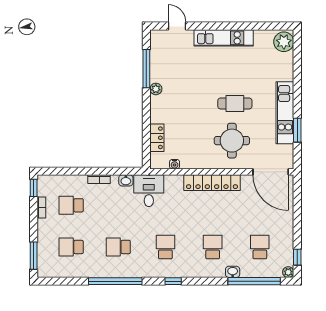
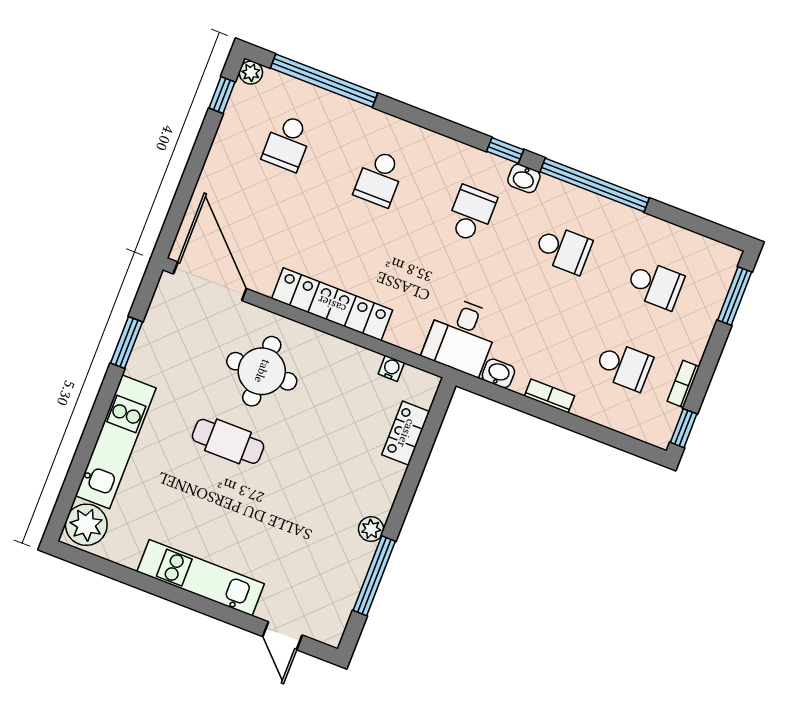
kitchen unit: (285, 113) -> (116, 442), moved
school desk: (165, 247) -> (471, 214), turned 180
washbasin: (233, 272) -> (524, 178), moved
window: (173, 281) -> (505, 150), moved

